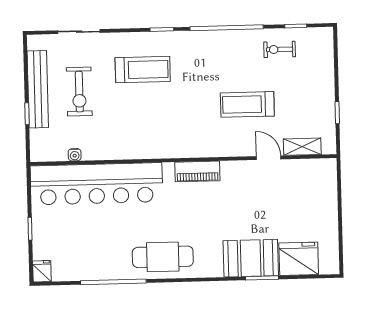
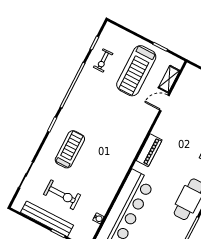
treadmill: (247, 104) -> (136, 71), moved, width x1.37, depth x1.38

